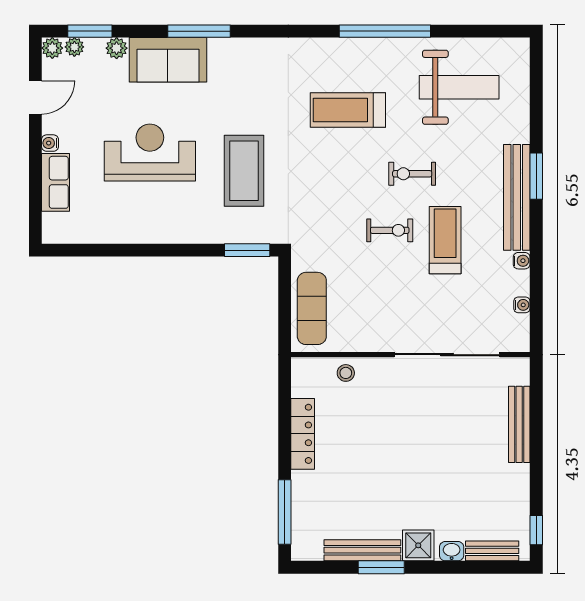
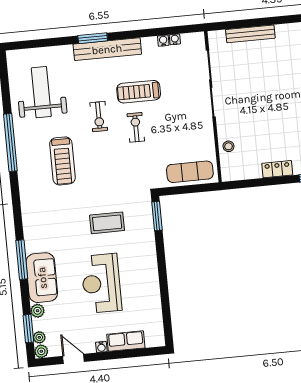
coffee table: (244, 171) -> (107, 223), width x0.73, depth x0.76
water cooler: (522, 261) -> (163, 41), moved
locker: (303, 434) -> (277, 169), width x0.66

